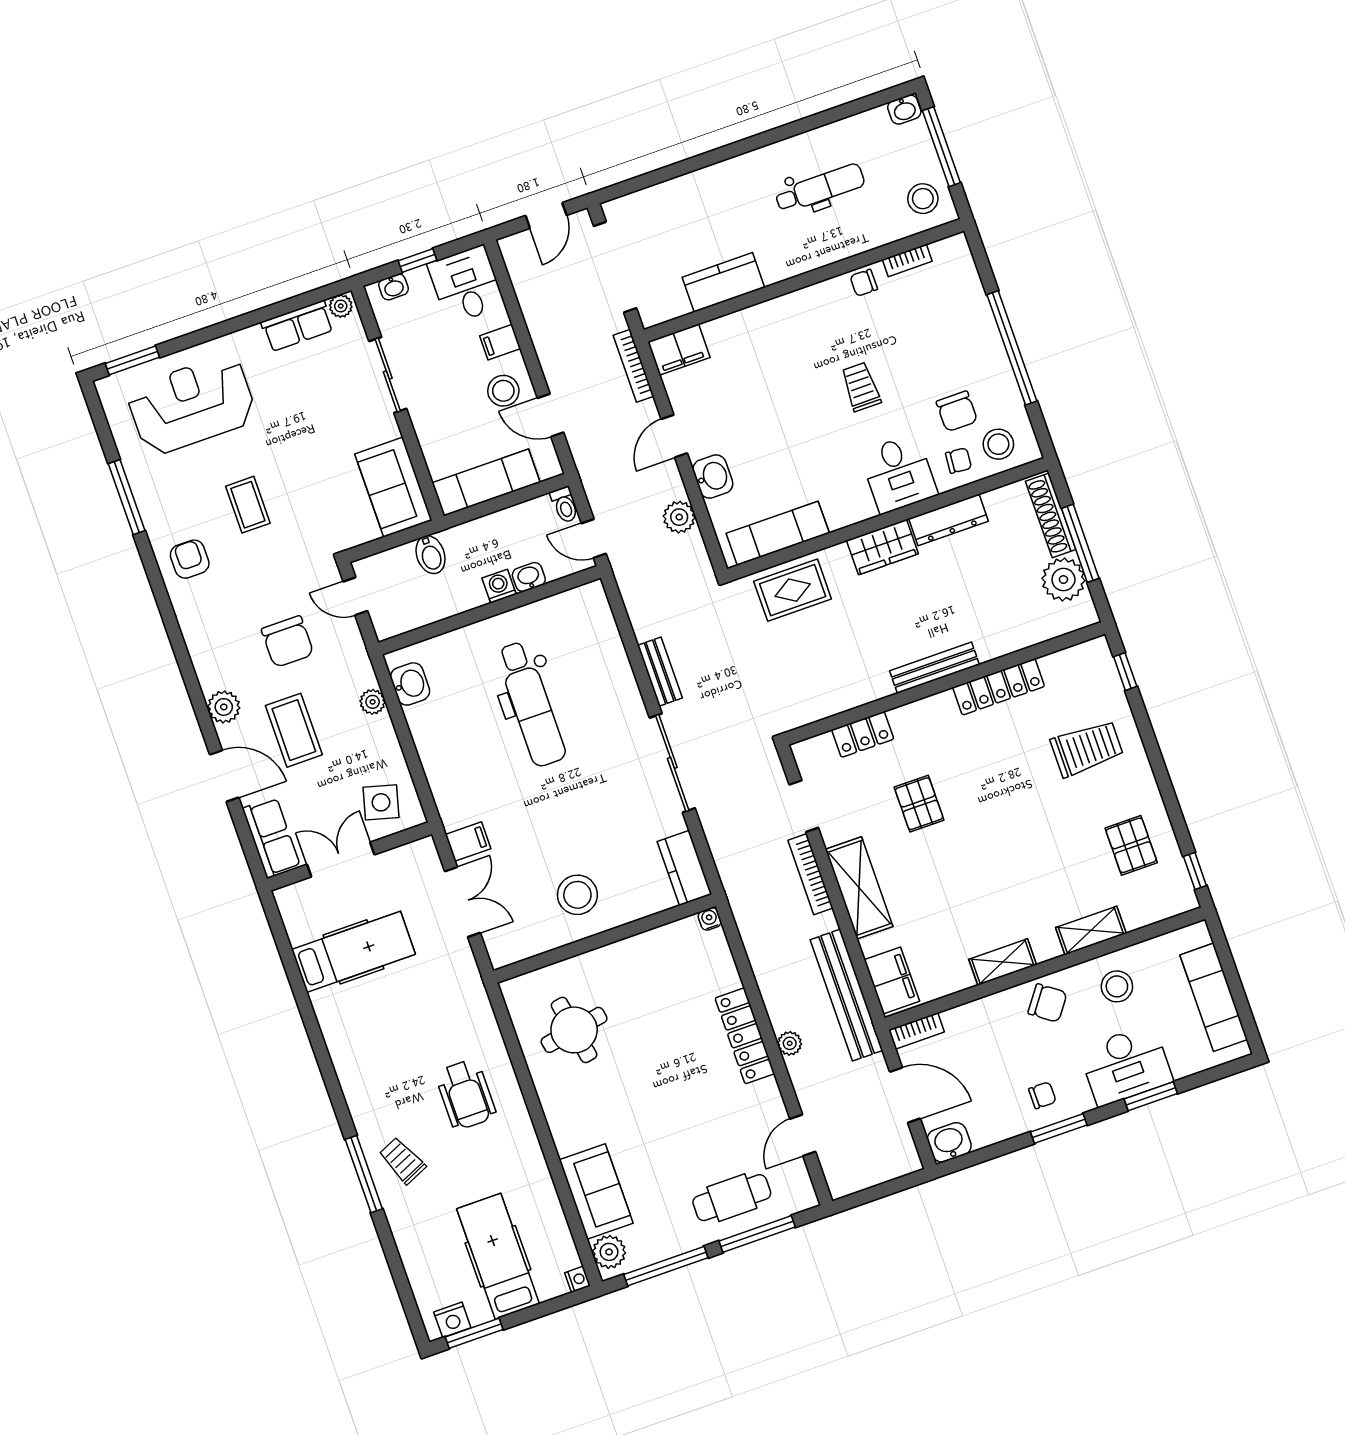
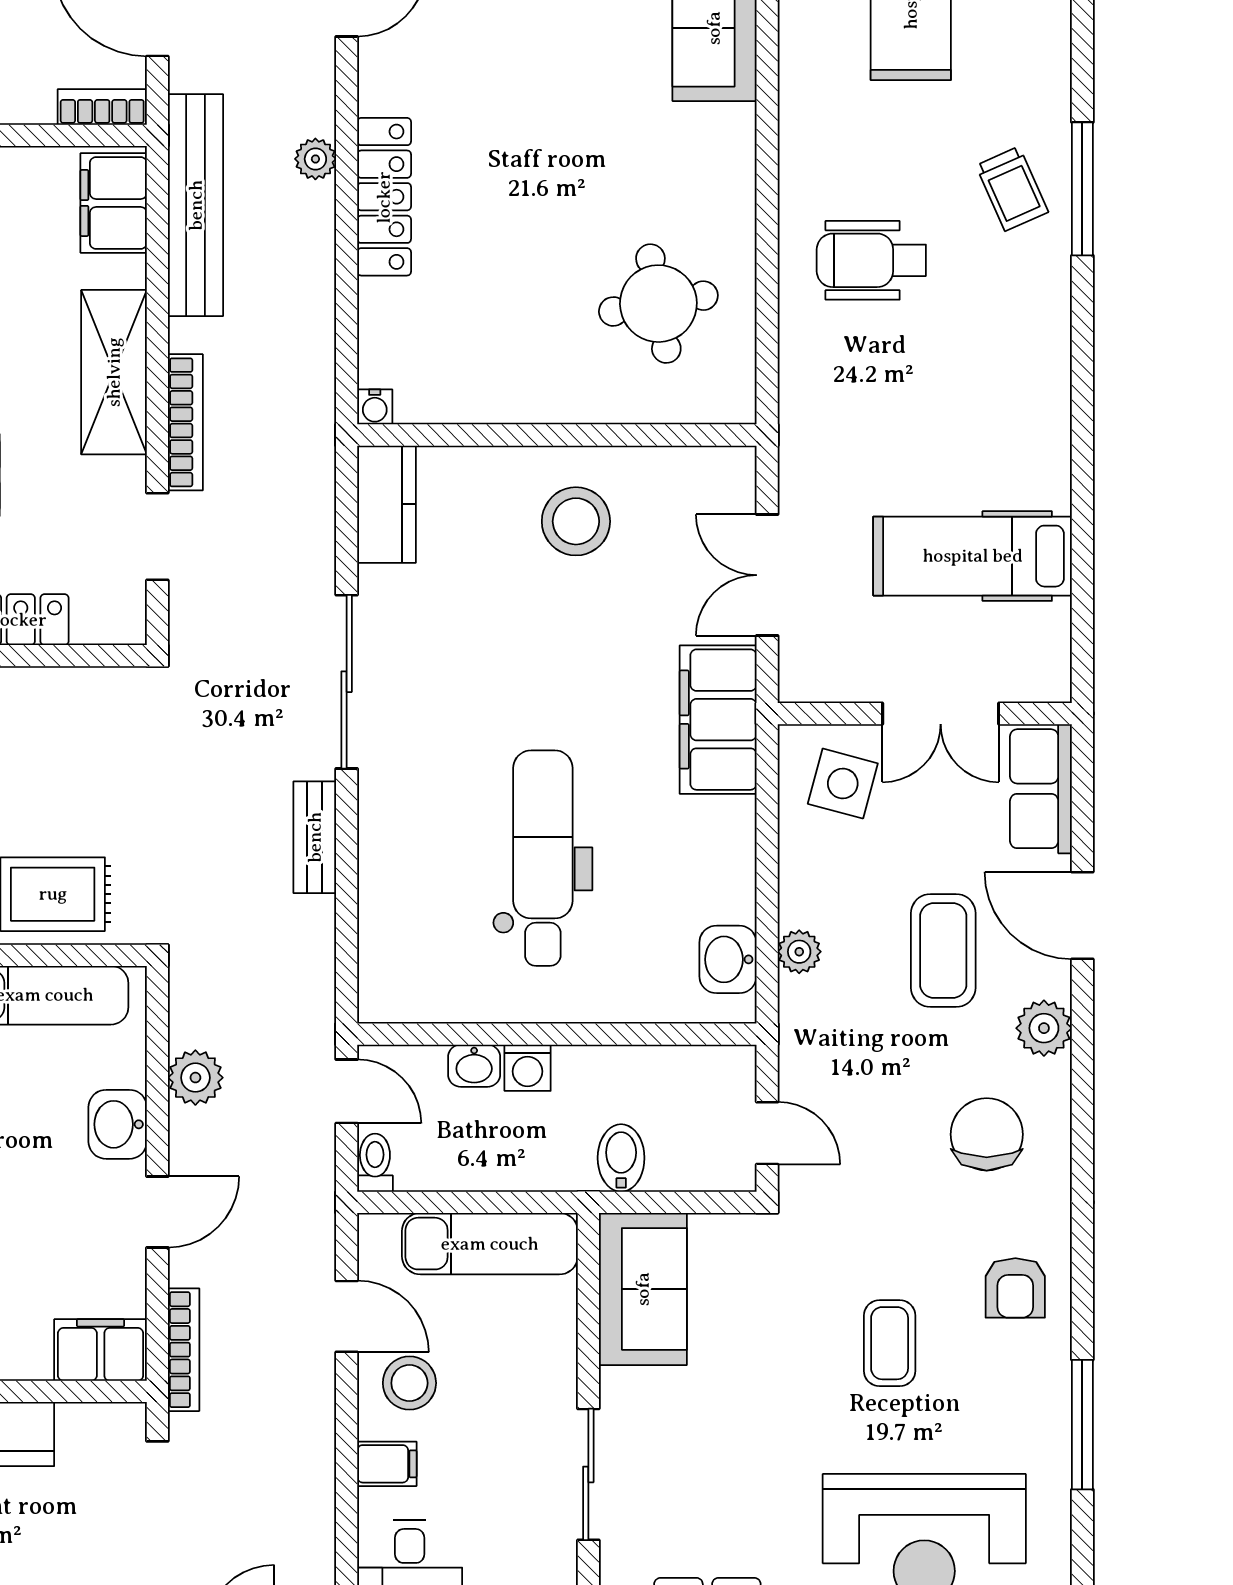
chair: (288, 642) -> (987, 1134), moved
filing cabinet: (468, 842) -> (718, 720), width x3.00, depth x1.17
wheelchair: (466, 1095) -> (871, 260), turned -90

